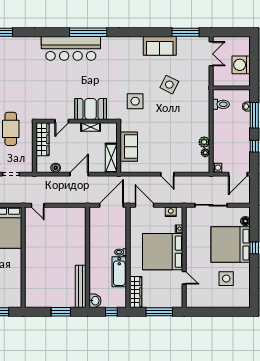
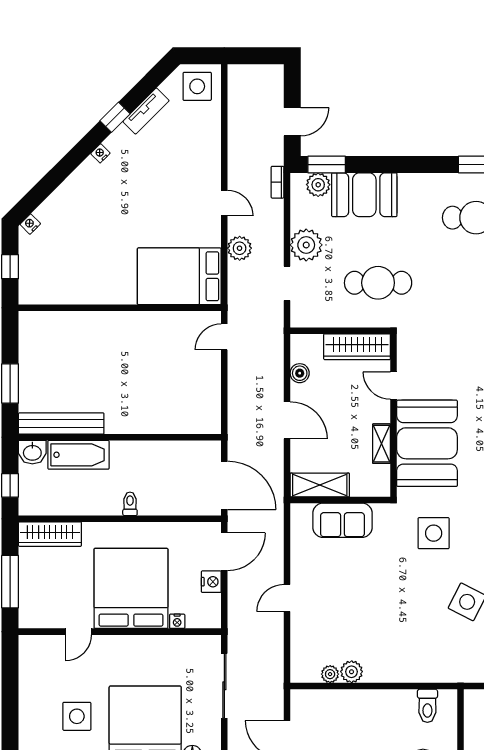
booth: (91, 109) -> (427, 443), width x1.36, depth x1.42
washing machine: (217, 168) -> (300, 698), removed
nightstand: (171, 212) -> (211, 582), moved
bathtub: (119, 272) -> (78, 455), moved, turned 180

